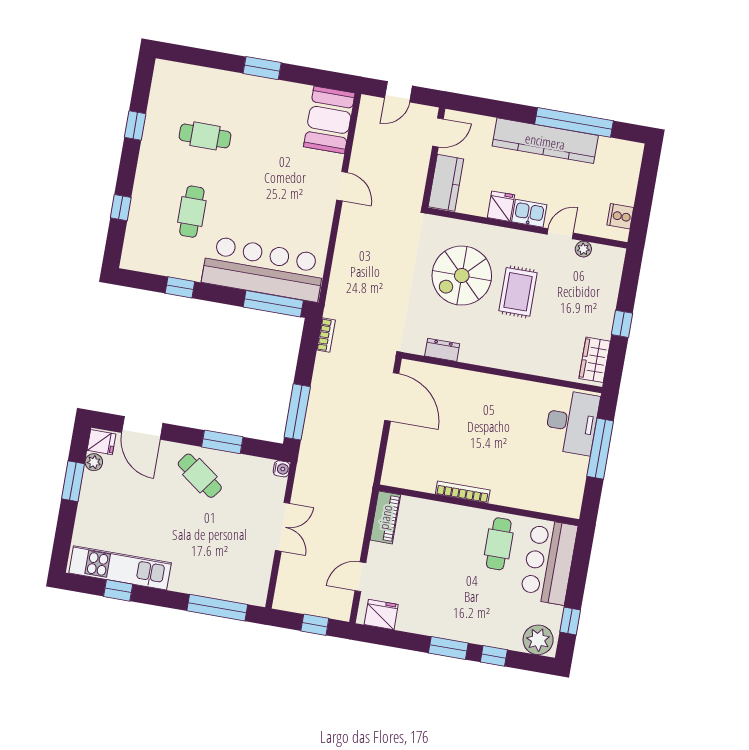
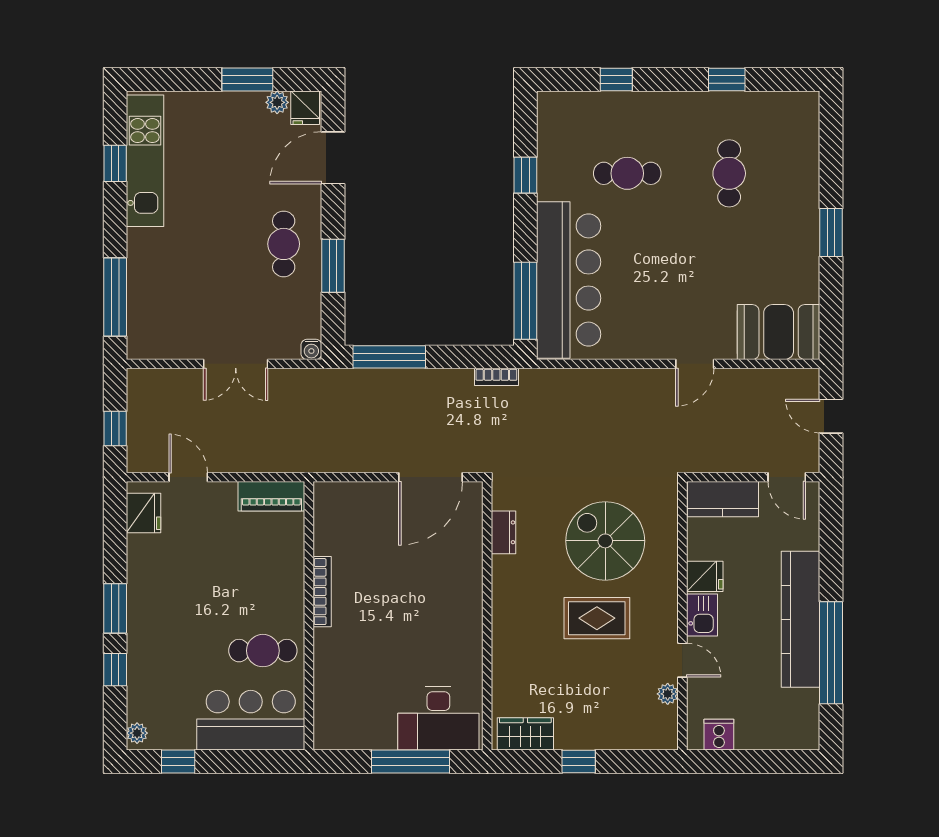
cafe table: (200, 476) -> (284, 244), turned -36
plant: (538, 640) -> (137, 733), width x0.53, depth x0.53

